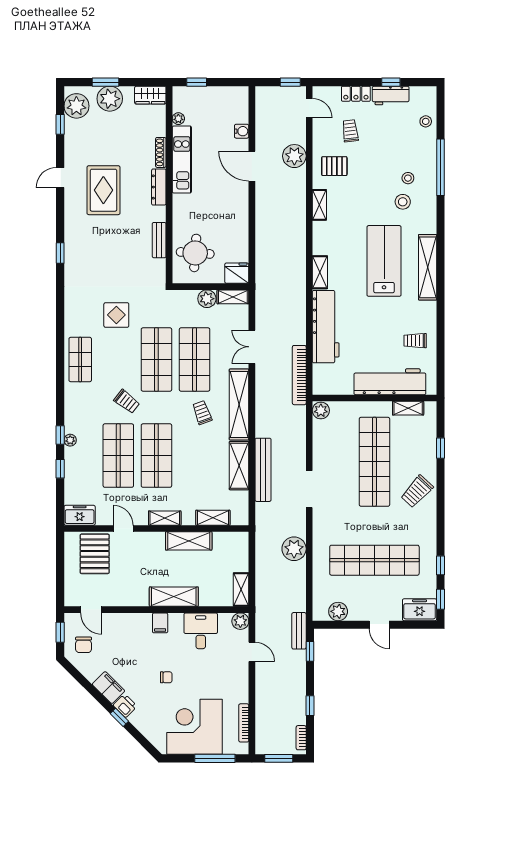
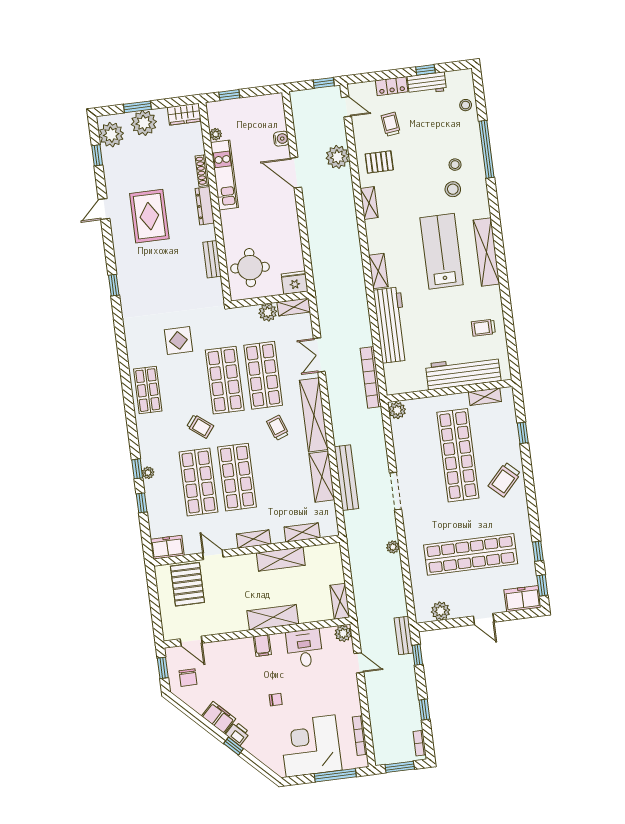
plant: (294, 549) -> (393, 547), width x0.53, depth x0.53

